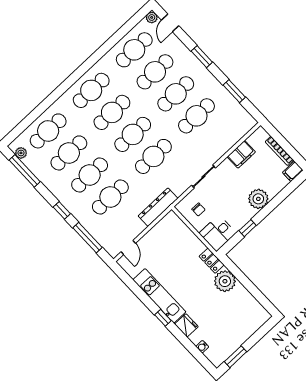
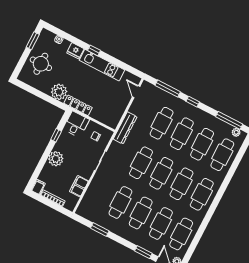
window: (202, 57) -> (143, 252), moved
locker: (212, 261) -> (78, 105), width x1.53
round table: (235, 324) -> (41, 64), added

